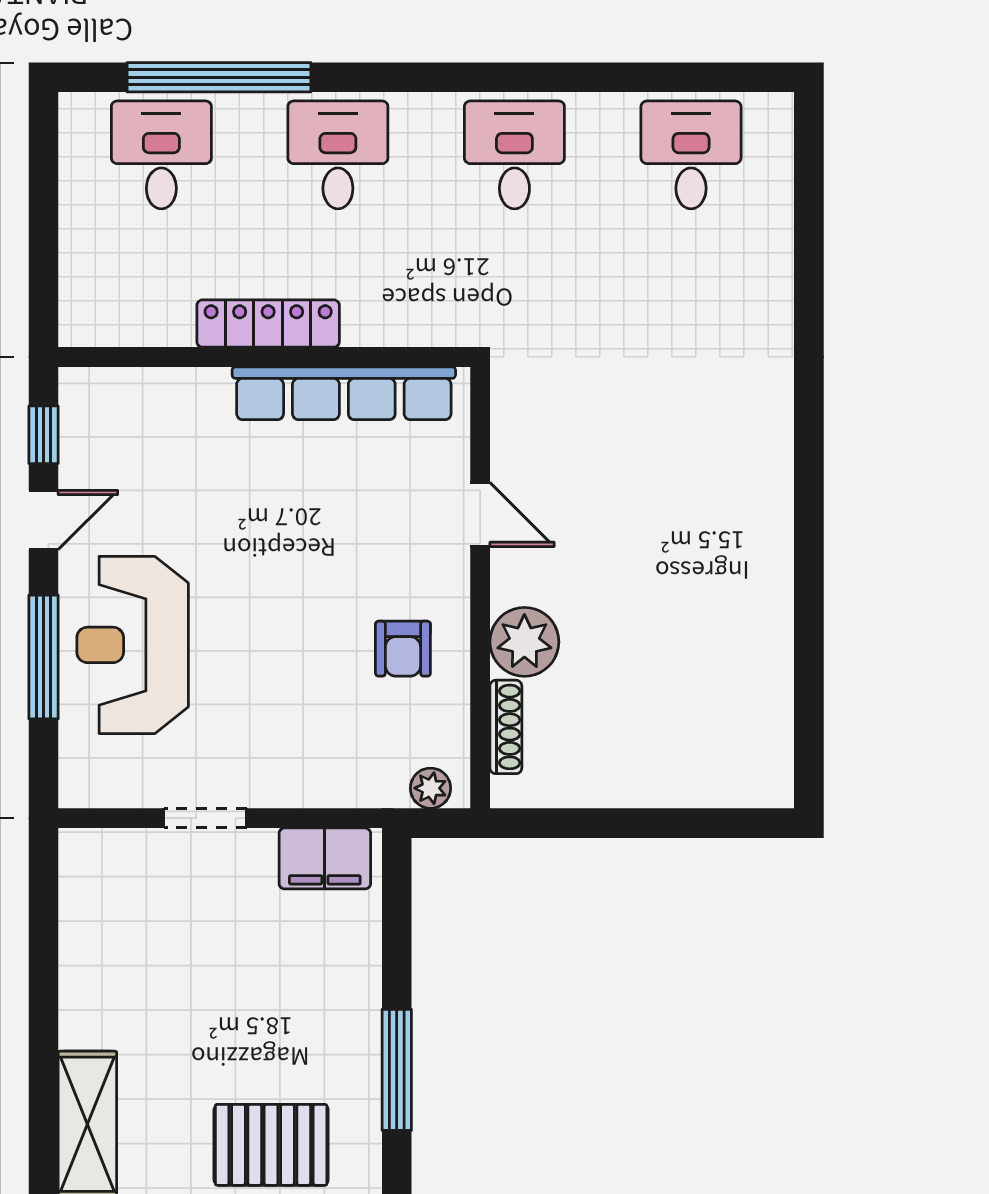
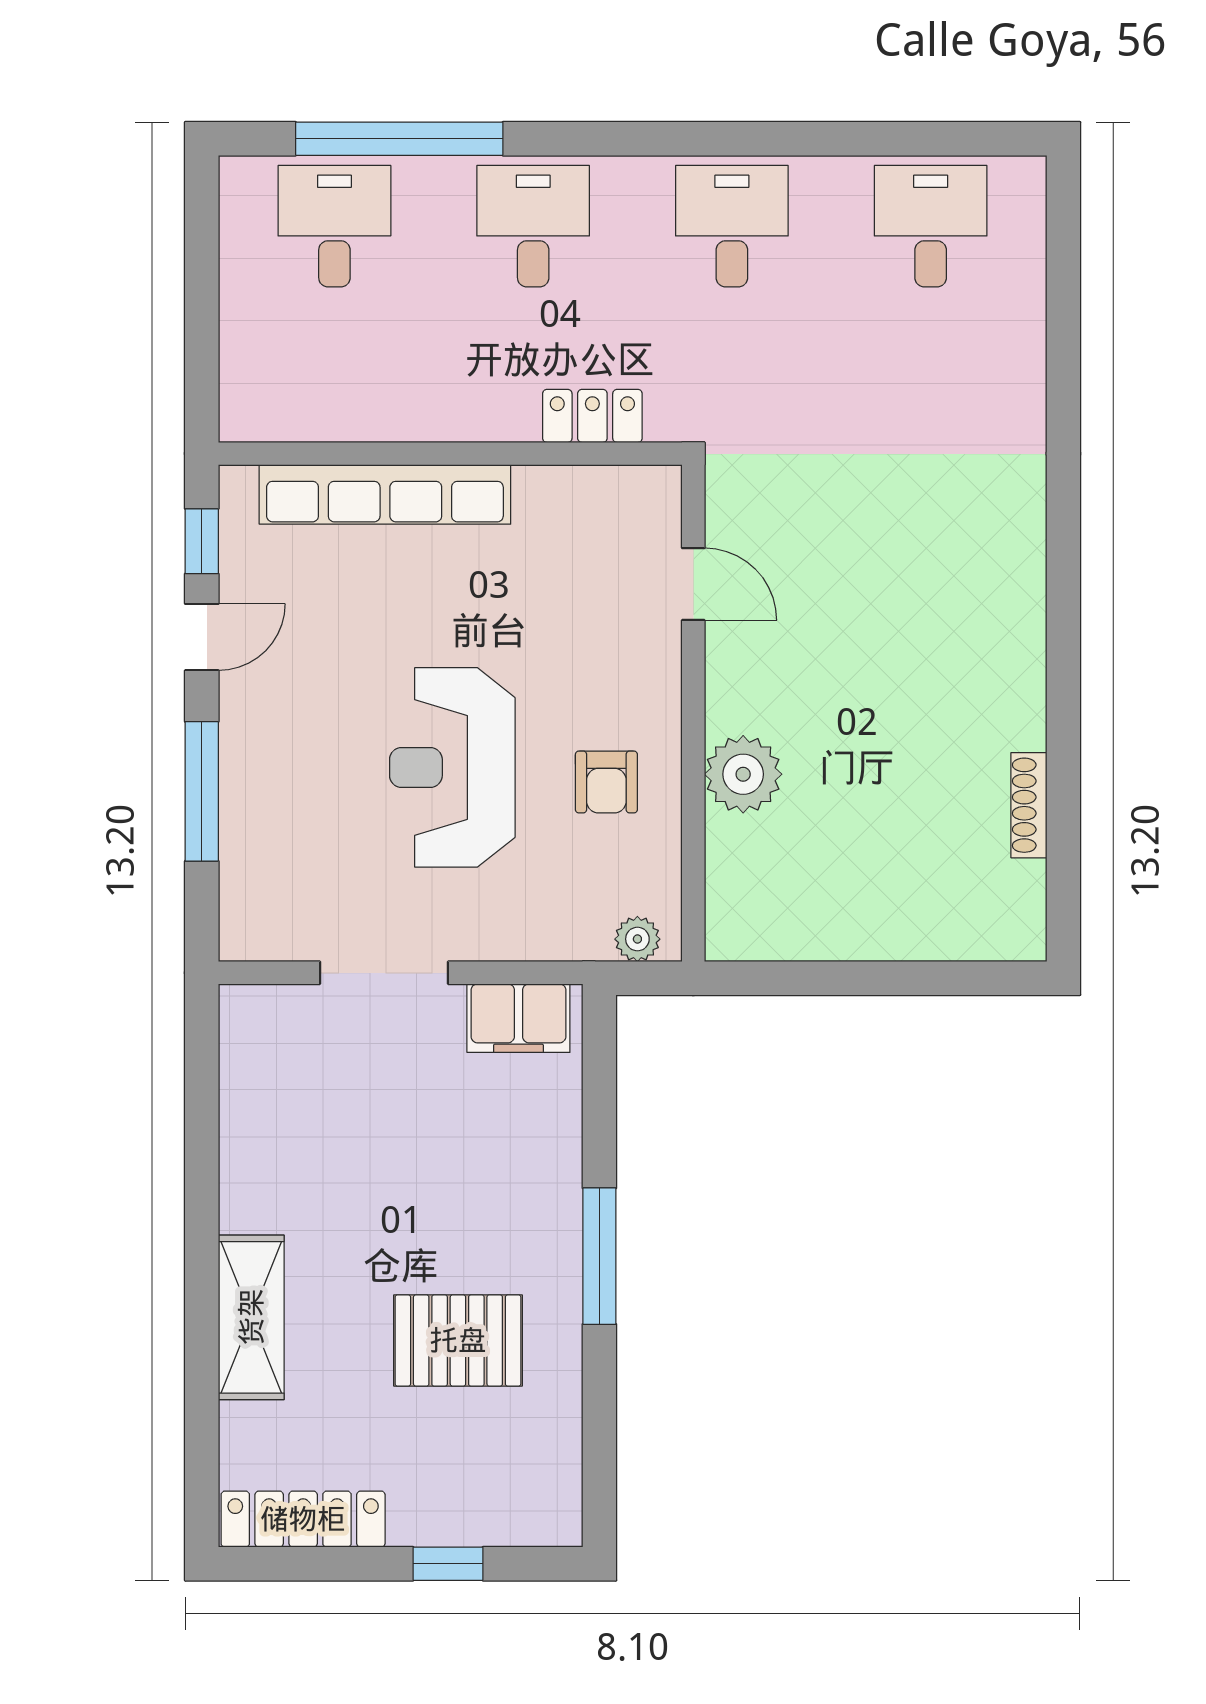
locker: (268, 324) -> (592, 416), moved, width x0.66
row of seats: (344, 393) -> (385, 494), moved
door: (480, 514) -> (693, 584), moved
reception desk: (133, 645) -> (452, 767), moved
shoe rack: (506, 727) -> (1029, 805), moved, turned 180
doorway: (205, 818) -> (384, 973), width x1.38

